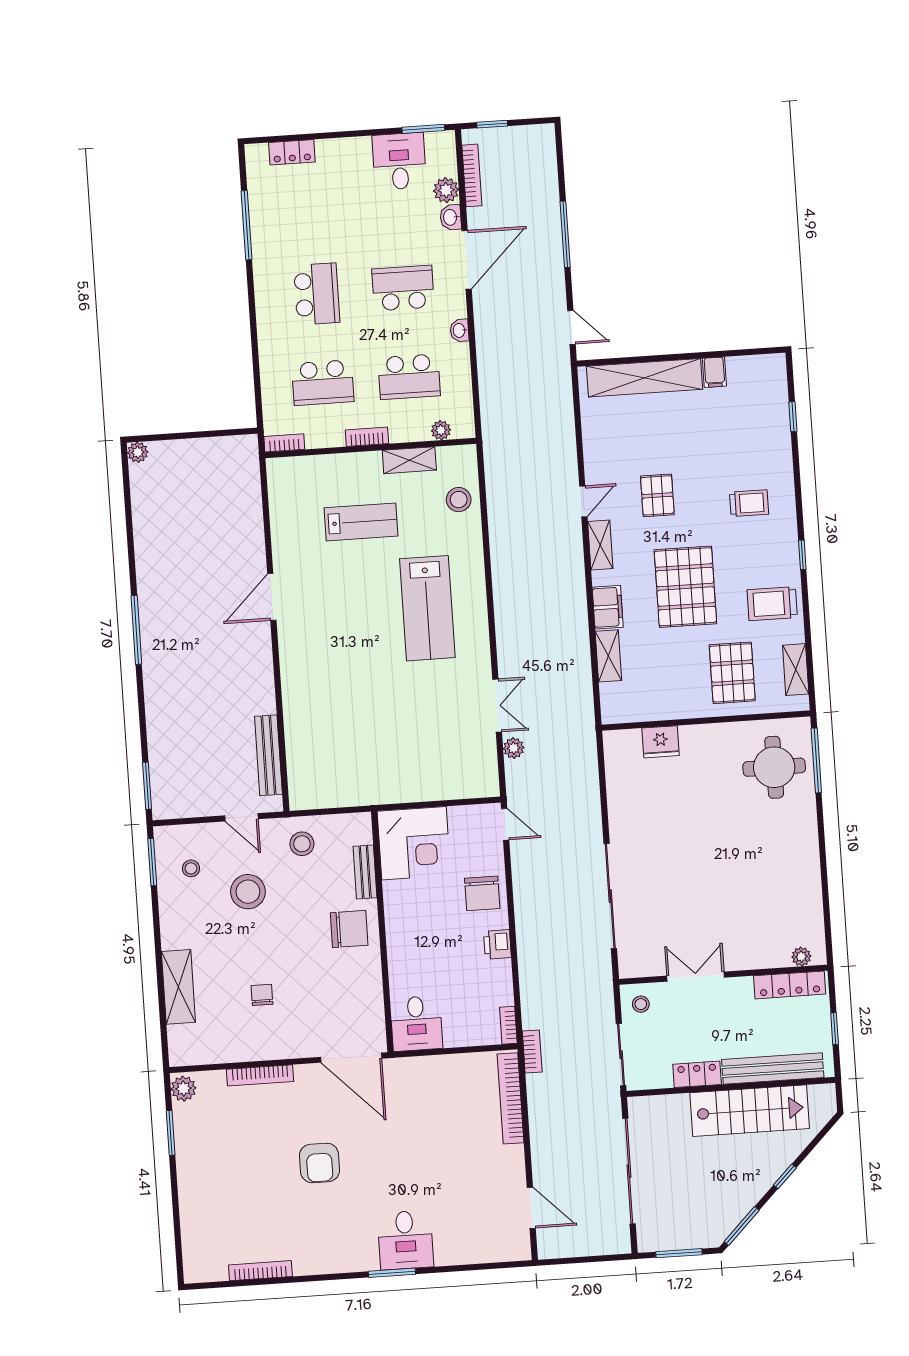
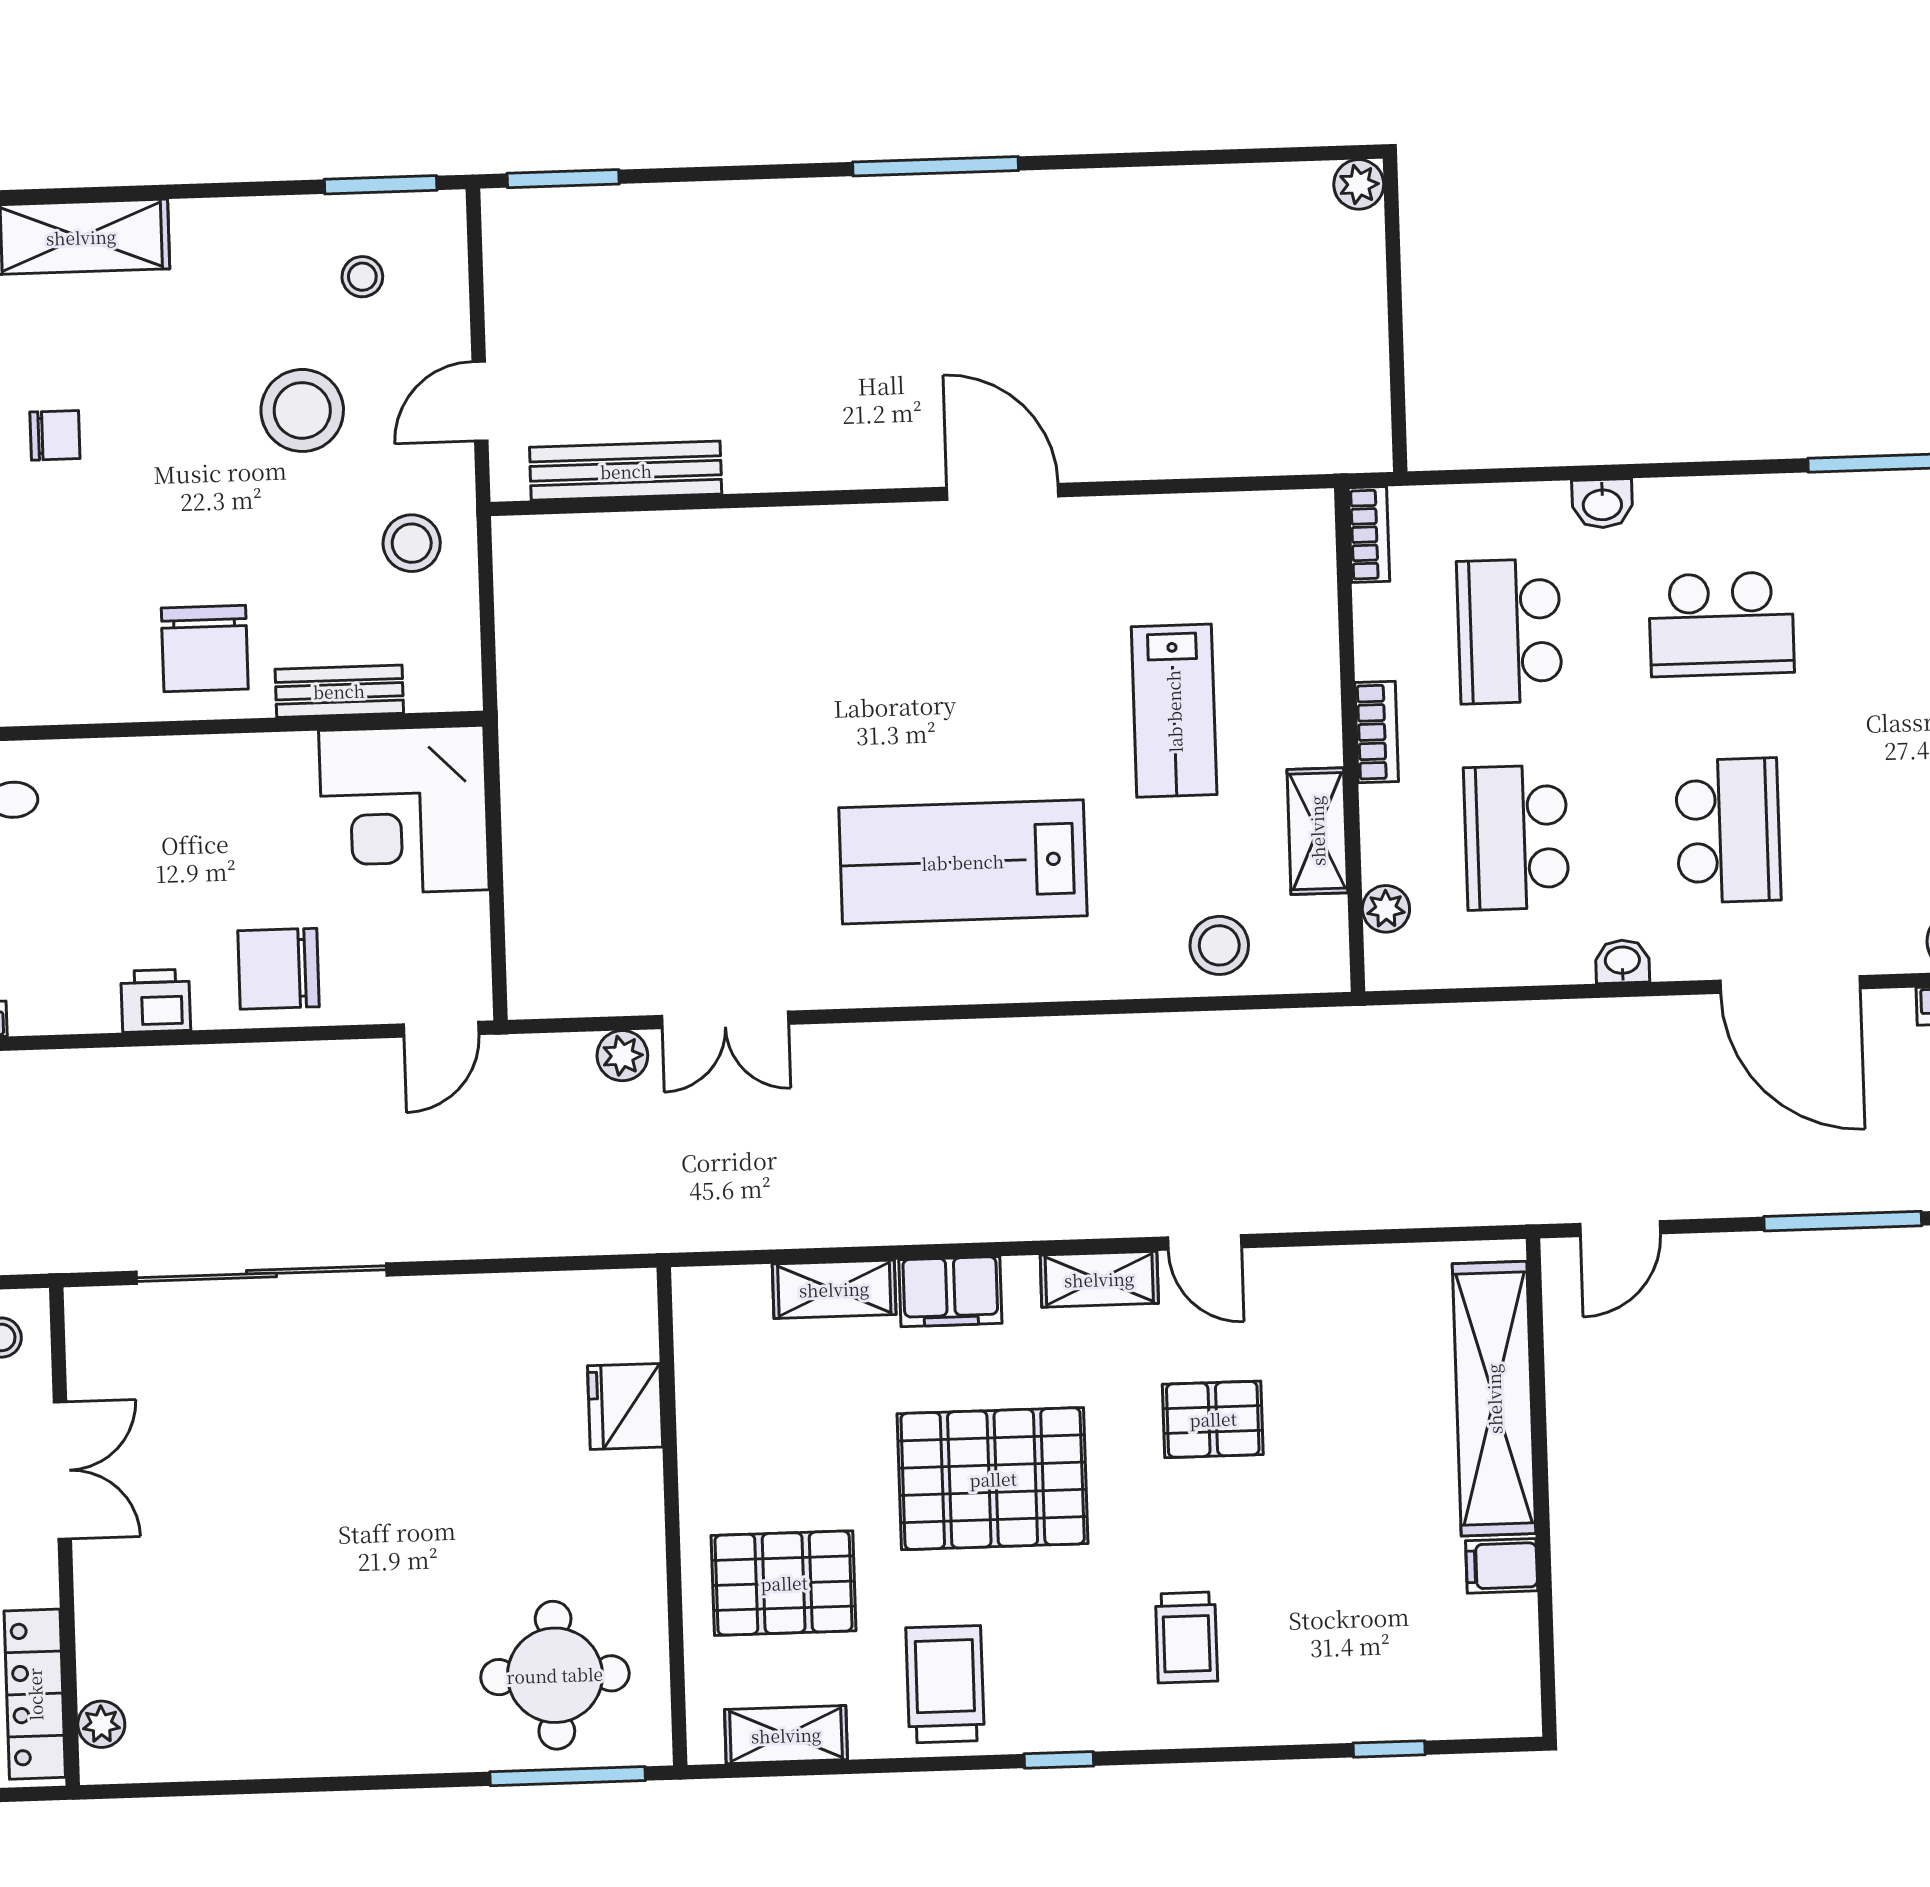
washbasin: (451, 217) -> (1602, 503), moved, turned 180

